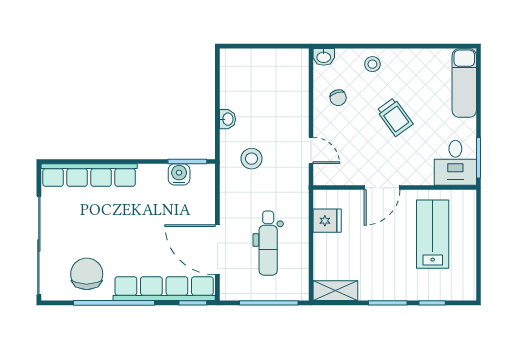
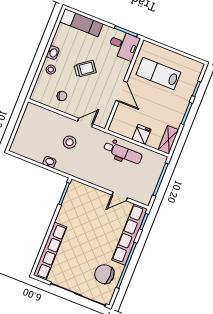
washbasin: (324, 57) -> (53, 53), moved
stool: (252, 159) -> (70, 142), moved
water cooler: (179, 174) -> (69, 201), removed
fridge: (327, 221) -> (142, 135), moved
dental chair: (268, 243) -> (123, 153), moved
door: (217, 250) -> (120, 196), width x0.53

